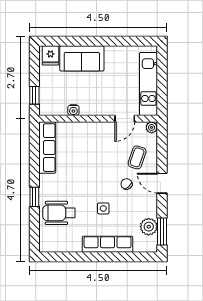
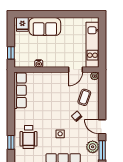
door: (162, 183) -> (102, 127), moved
window: (34, 197) -> (11, 142), moved
wheelchair: (59, 213) -> (29, 137), turned -90

